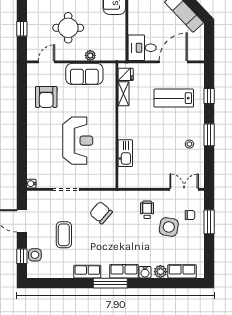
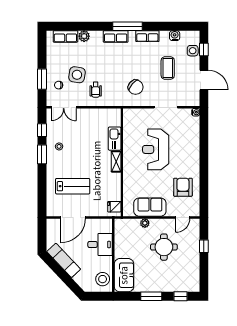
desk: (142, 48) -> (100, 244), moved
shelving: (124, 94) -> (116, 162), moved
window: (209, 96) -> (42, 130), moved
water cooler: (145, 272) -> (175, 36), moved

